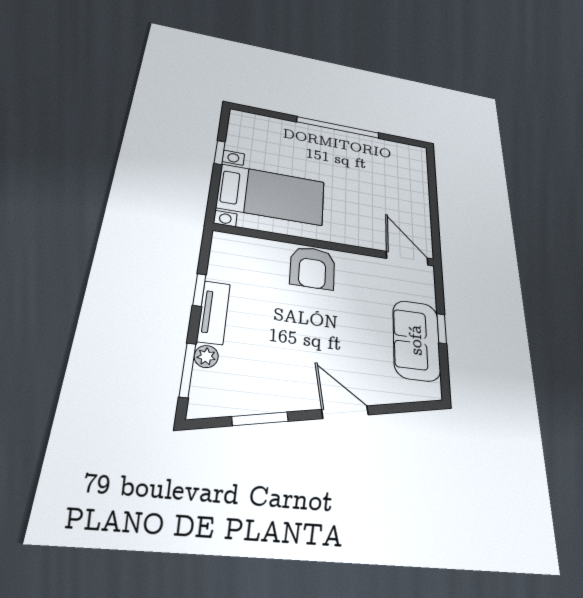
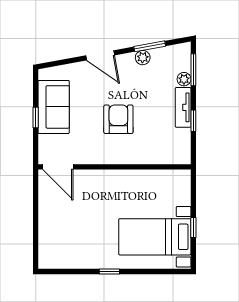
window: (338, 127) -> (109, 271), width x0.32
bed with nightstands: (272, 195) -> (155, 237), moved
armchair: (312, 268) -> (118, 119), moved
plant: (274, 401) -> (143, 58), added

